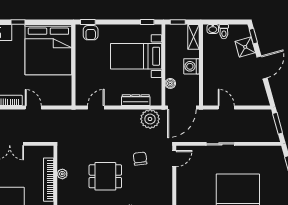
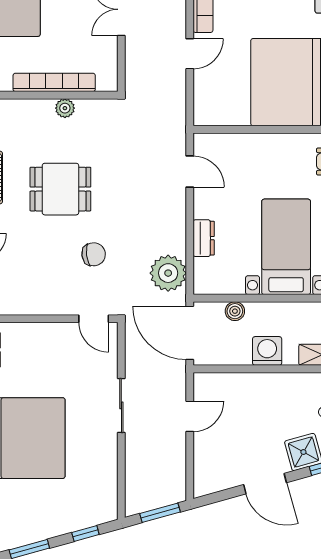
dresser: (136, 100) -> (204, 238), width x0.70
dining table: (105, 176) -> (60, 189), turned 90

